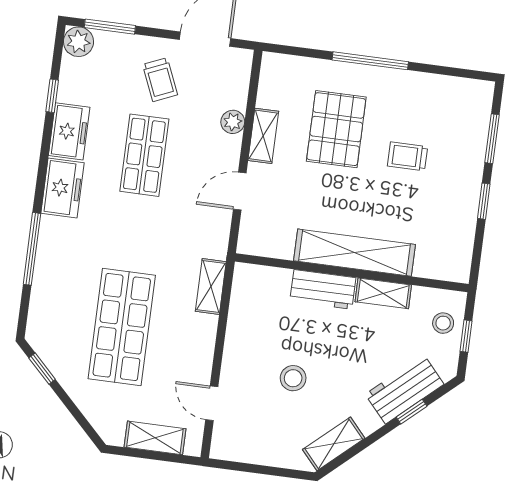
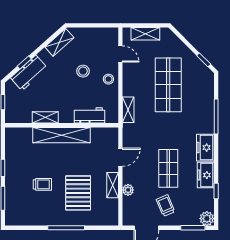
workbench: (323, 289) -> (89, 115), moved
stool: (443, 323) -> (108, 79), moved

